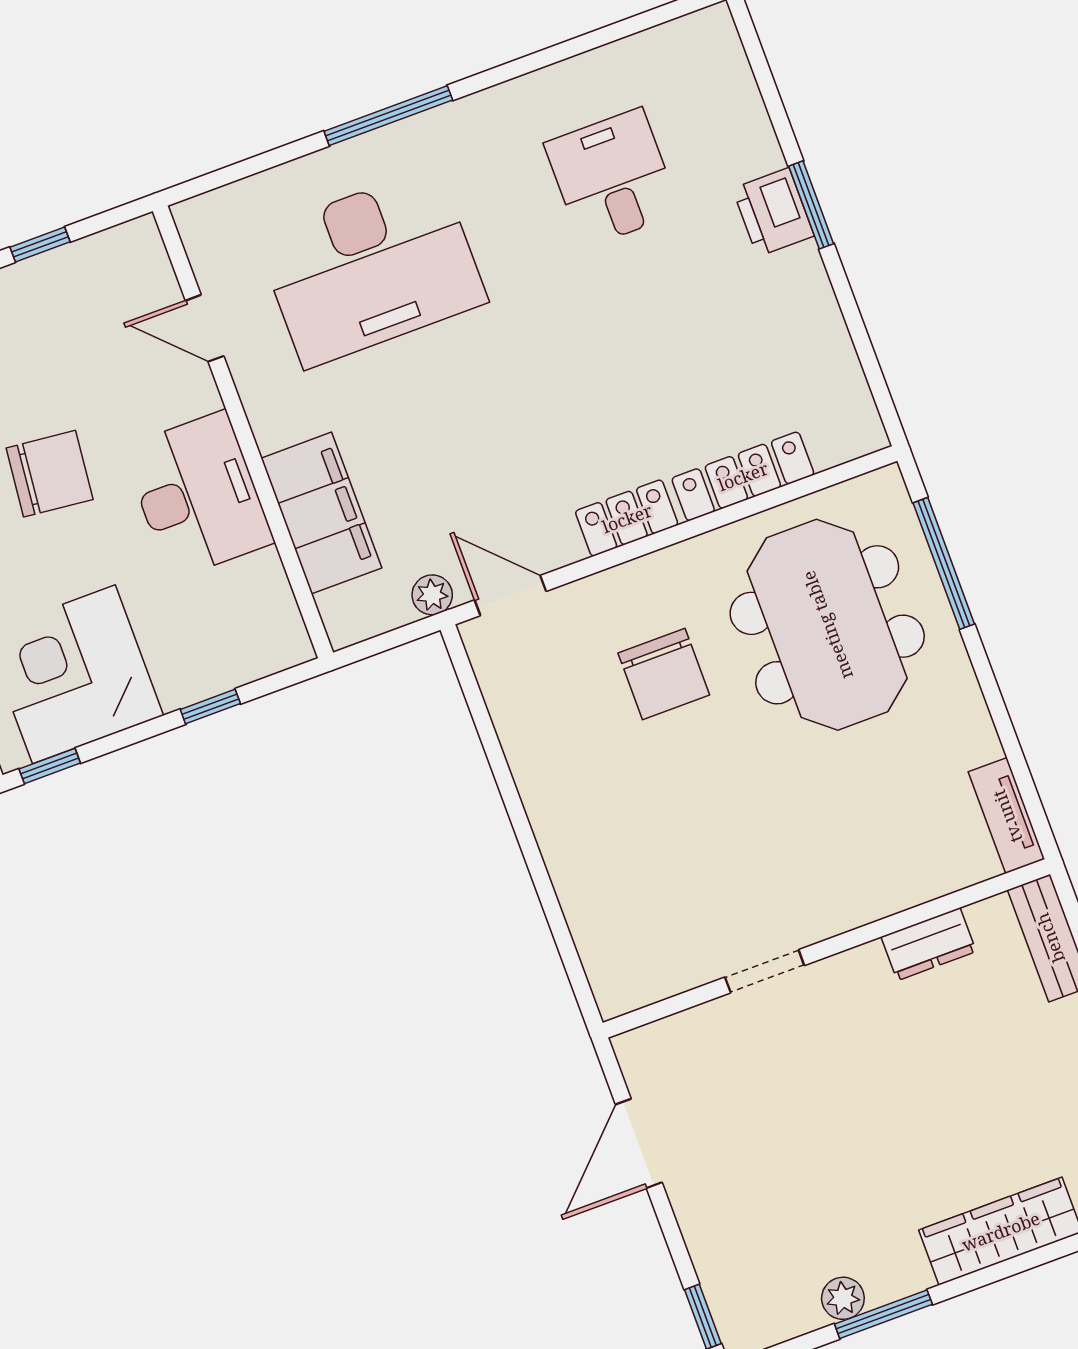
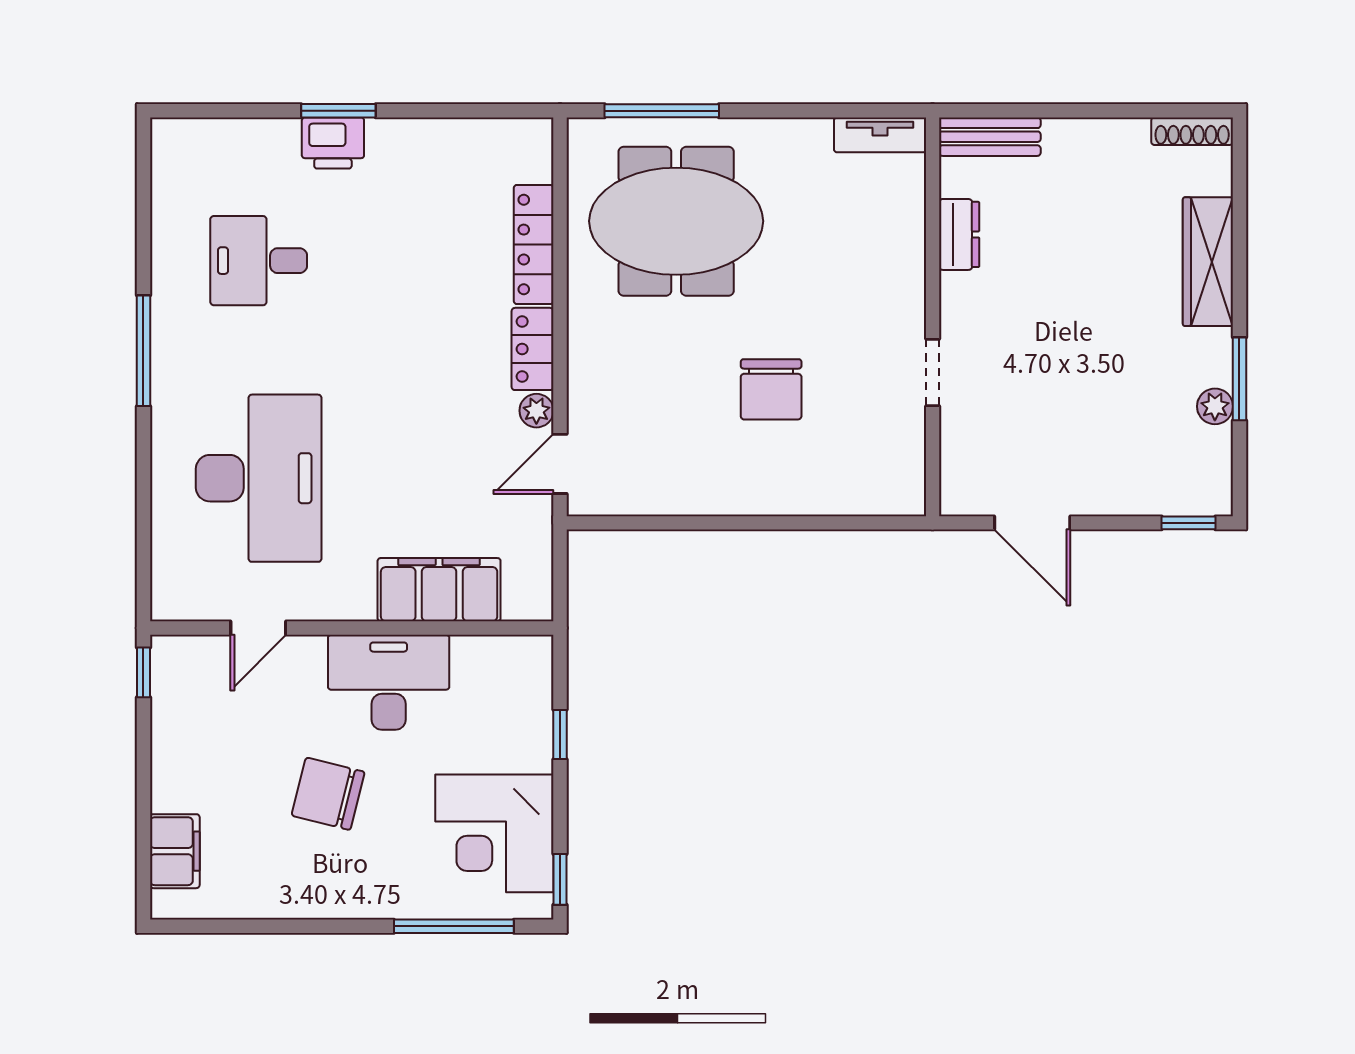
window: (388, 116) -> (143, 351), moved
window: (40, 245) -> (143, 672), moved
chair: (50, 474) -> (328, 794), turned -82
plant: (432, 595) -> (536, 411), moved
chair: (664, 674) -> (771, 389), moved, turned 90

